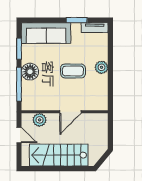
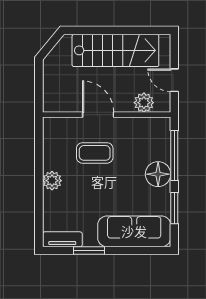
coffee table: (73, 71) -> (95, 153), moved
door: (70, 112) -> (98, 115), hinge flipped

